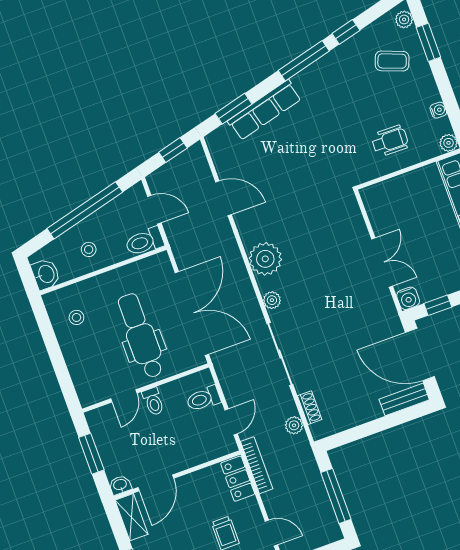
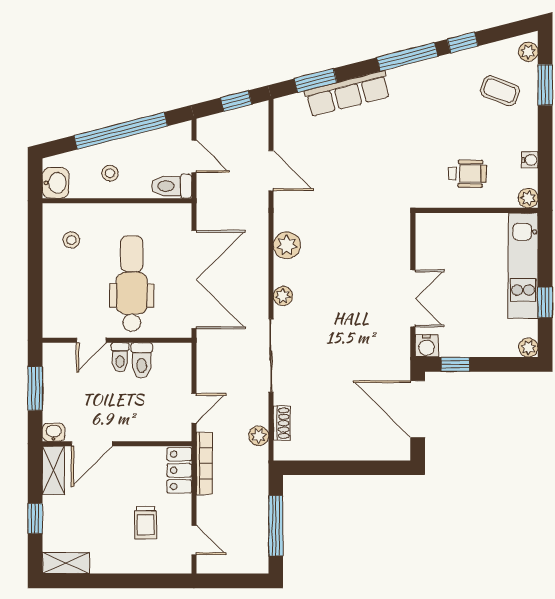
plant: (265, 259) -> (287, 245), width x0.73, depth x0.73
toilet: (203, 399) -> (142, 360), moved, turned -90
bench: (404, 399) -> (384, 450), removed

